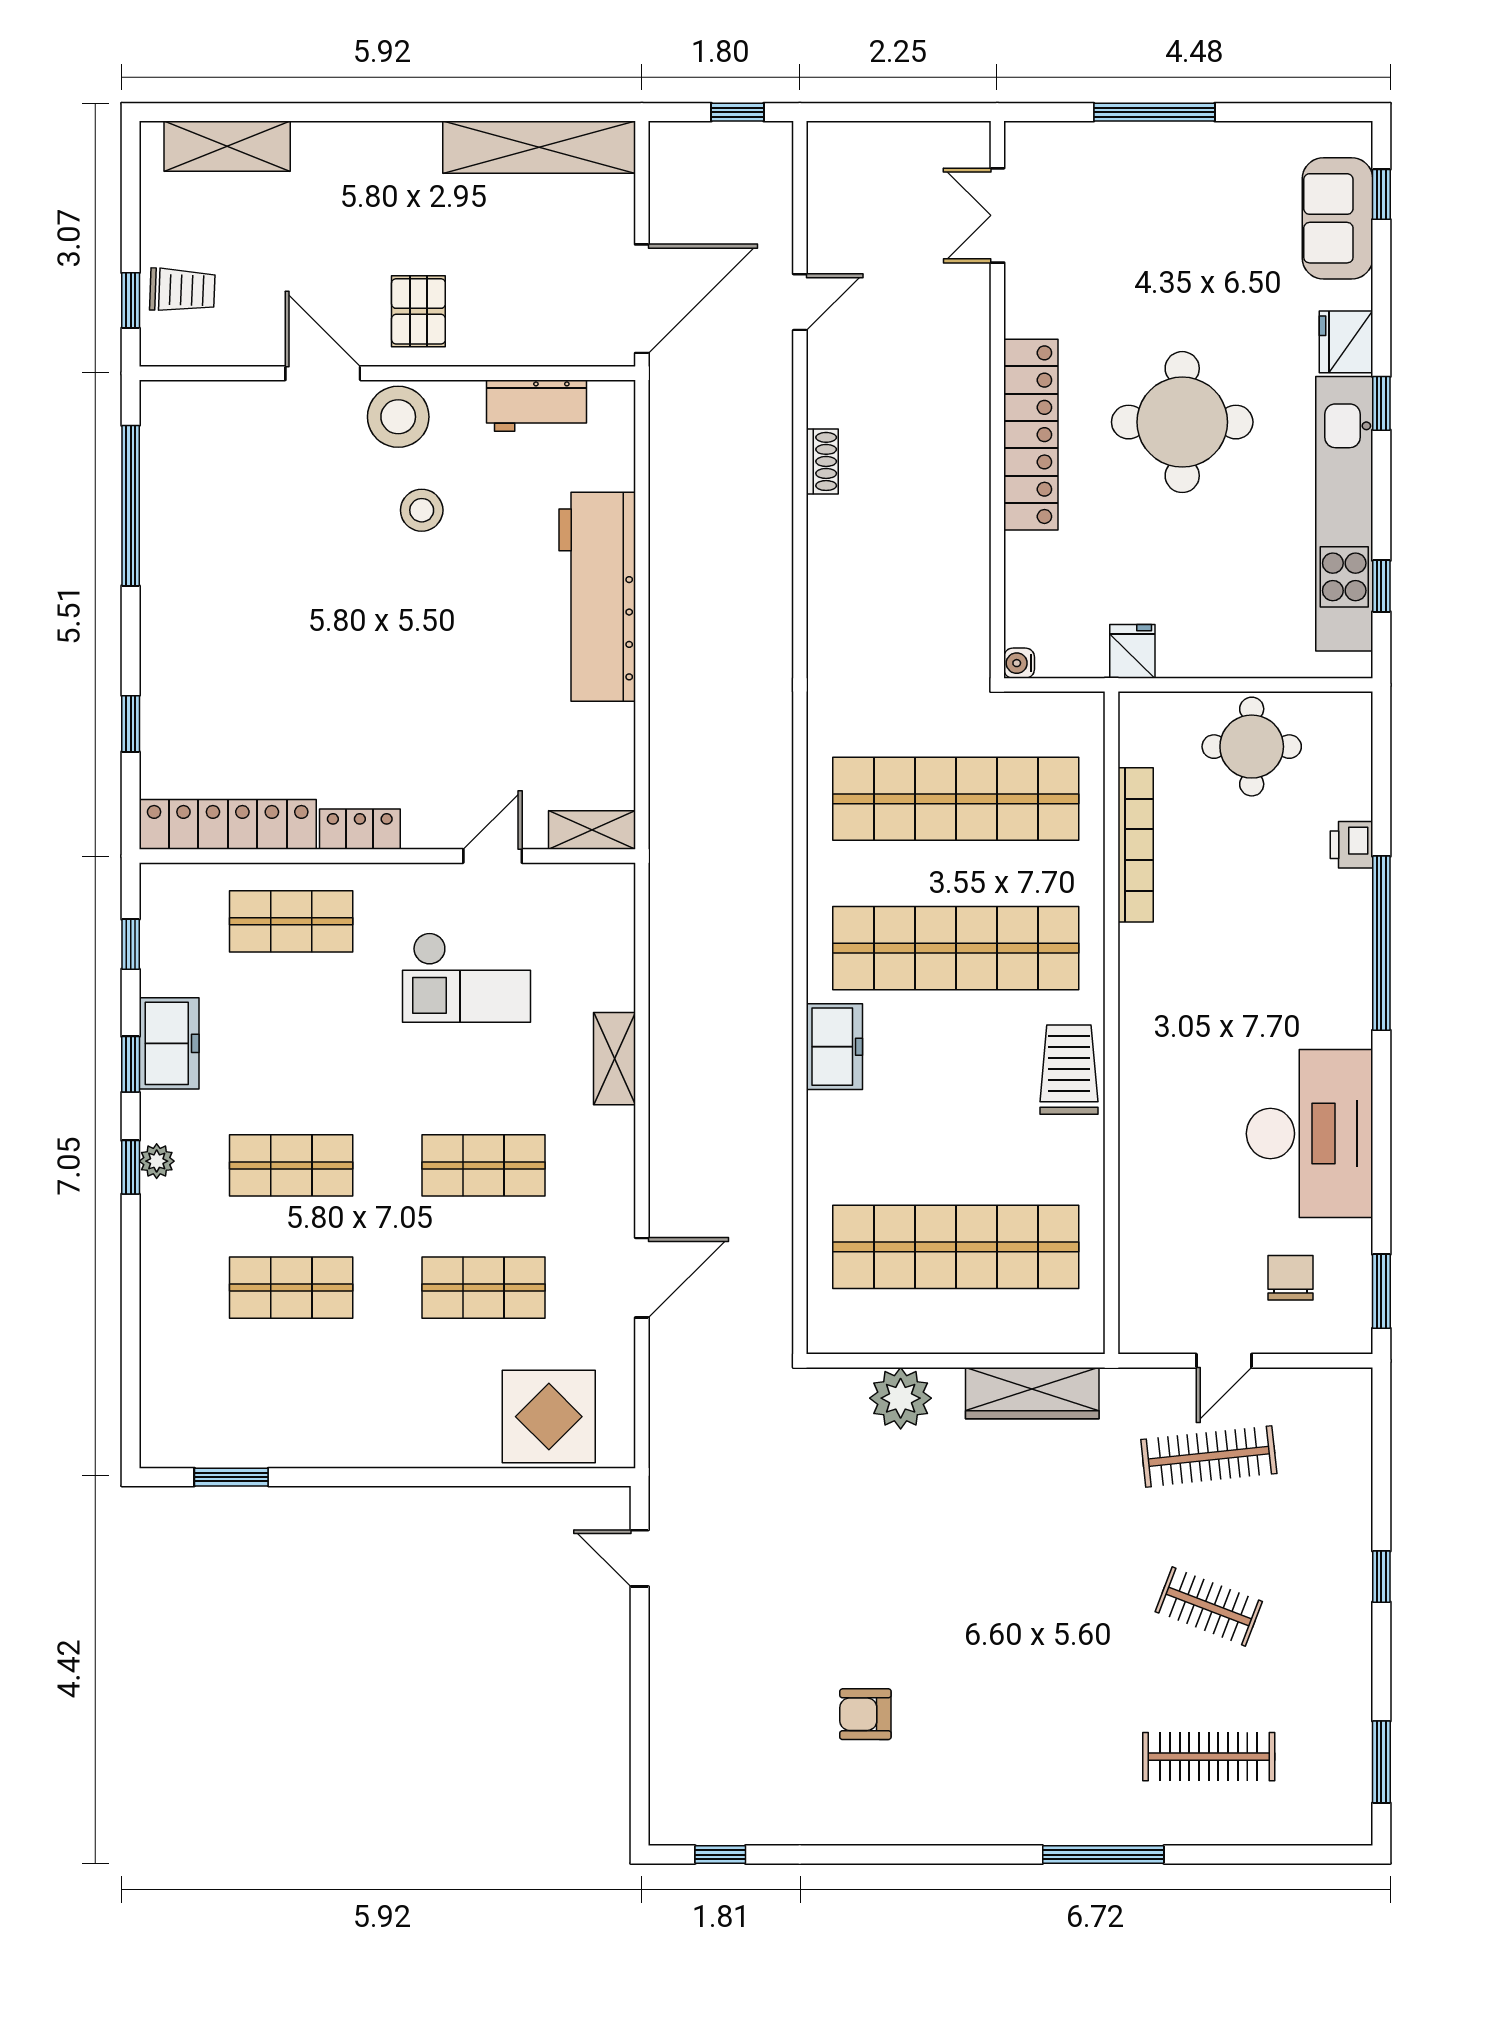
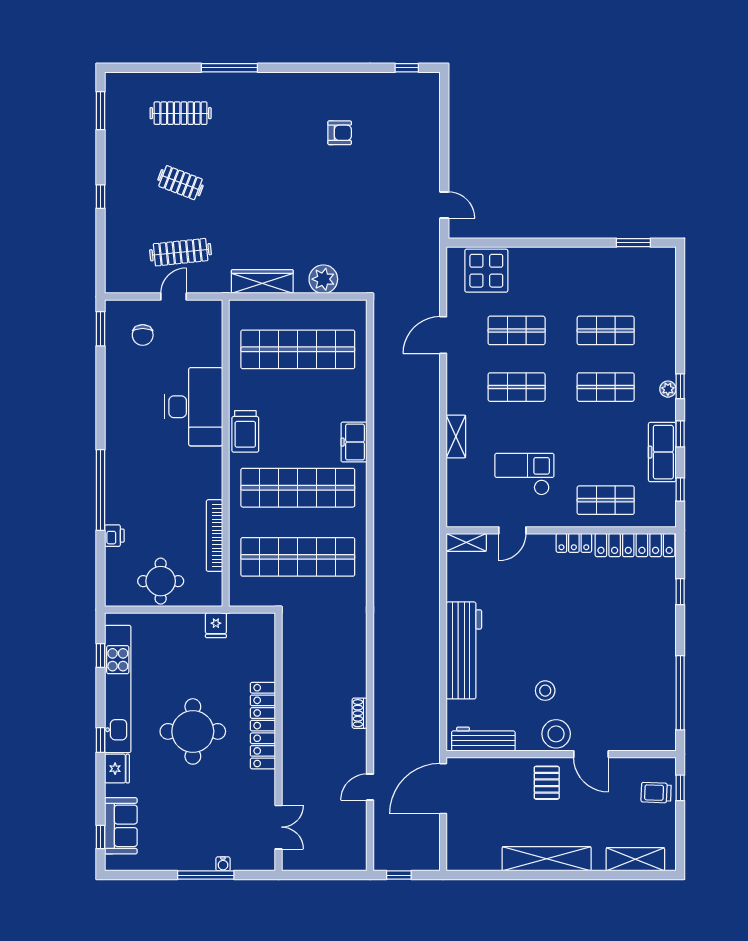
shelving: (539, 147) -> (547, 859), moved
workbench: (536, 406) -> (483, 739), width x1.38
water cooler: (1019, 663) -> (223, 864), moved, turned 90
freezer: (169, 1043) -> (662, 452), width x1.40
desk: (1310, 1134) -> (193, 407), moved, turned 180

